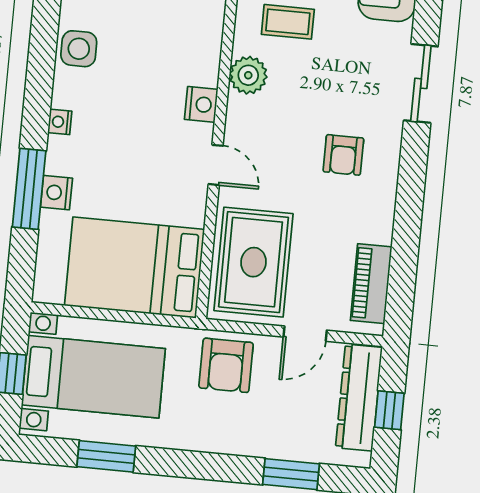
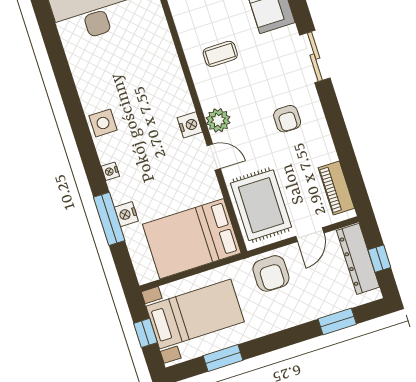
plant: (248, 75) -> (218, 120), moved

